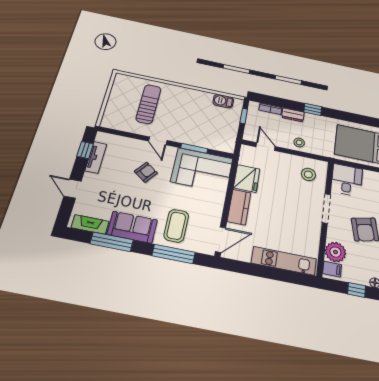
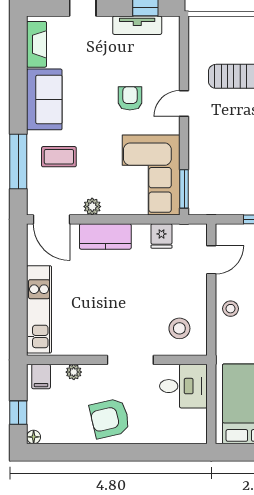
window: (194, 148) -> (184, 189), moved
armchair: (146, 172) -> (130, 98), turned -127
fridge: (247, 178) -> (161, 236), width x0.53, depth x0.75
plant: (216, 211) -> (92, 207), added
coffee table: (176, 226) -> (59, 157), width x0.73, depth x0.77
window: (112, 242) -> (18, 78), removed
plant: (335, 252) -> (74, 372), width x0.53, depth x0.53

